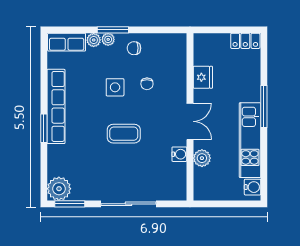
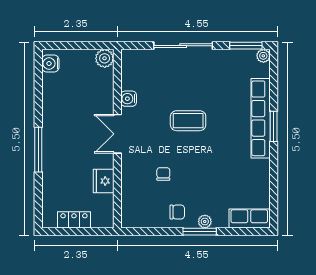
plant: (94, 40) -> (220, 221), removed
locker: (245, 41) -> (74, 220), moved
side table: (115, 87) -> (197, 170), removed
row of seats: (56, 106) -> (261, 118), moved
kitchen unit: (250, 140) -> (53, 114), removed
plant: (202, 158) -> (105, 58), moved
plant: (59, 189) -> (263, 56), width x0.53, depth x0.53

